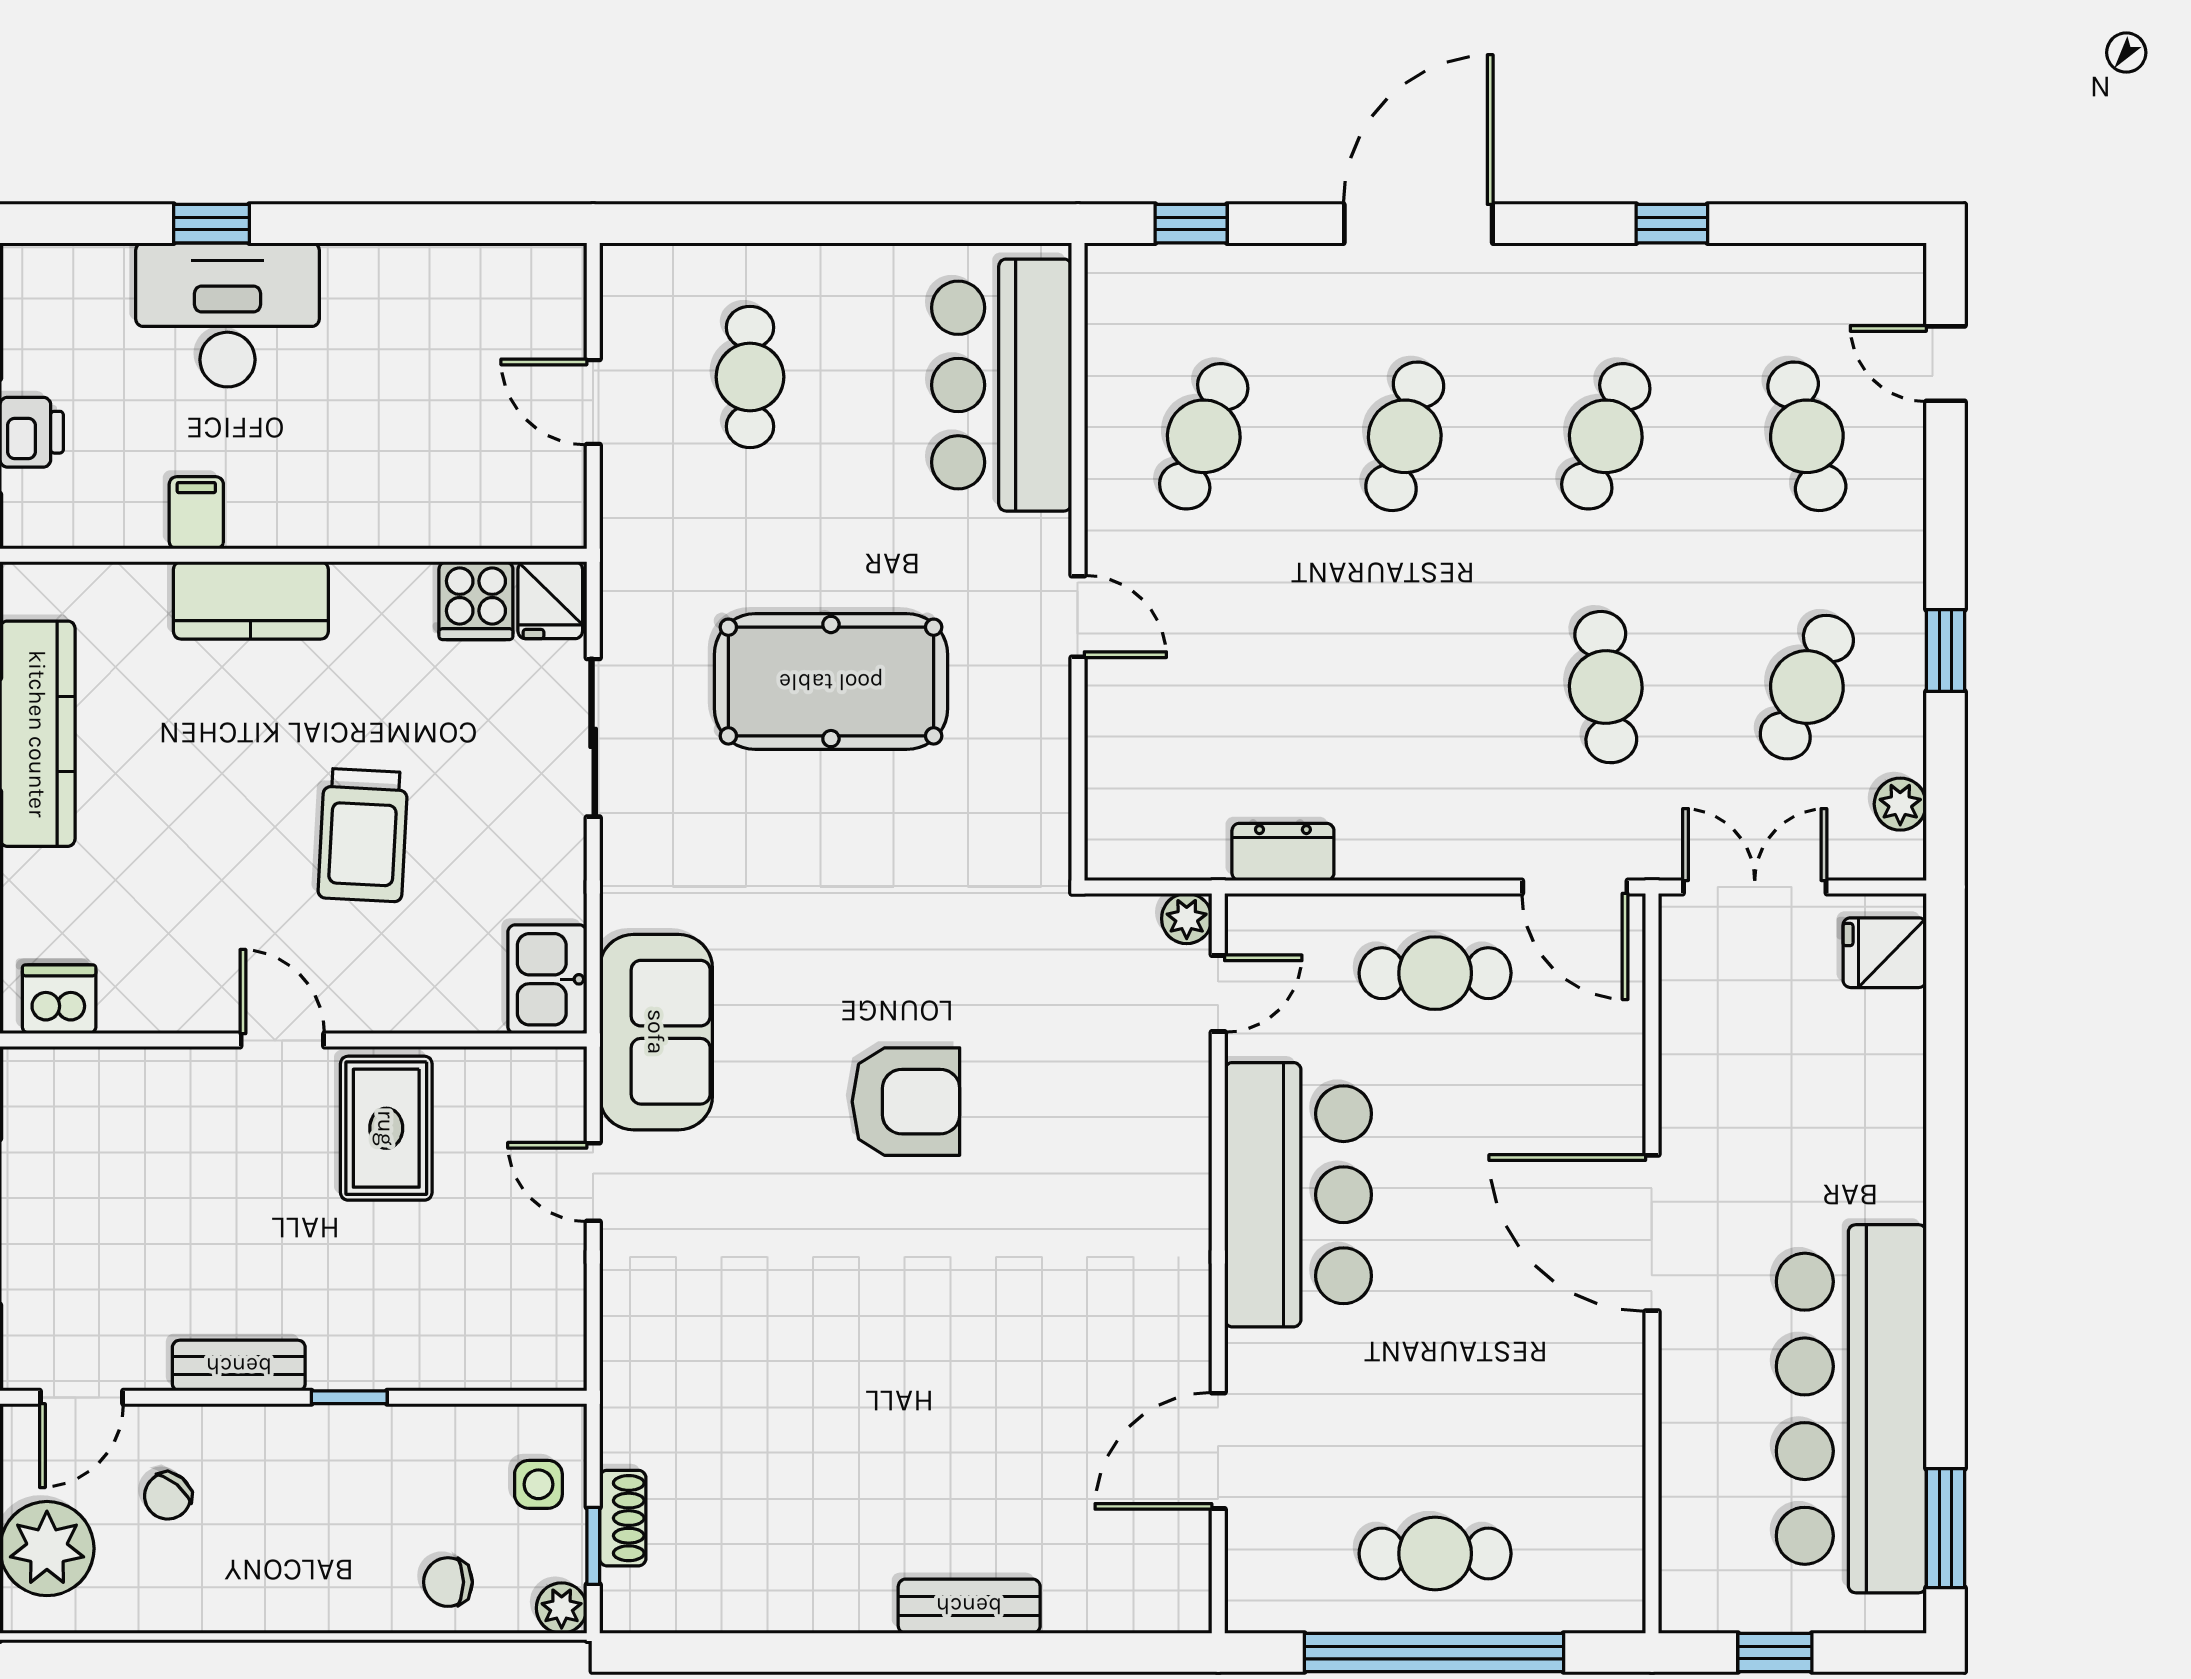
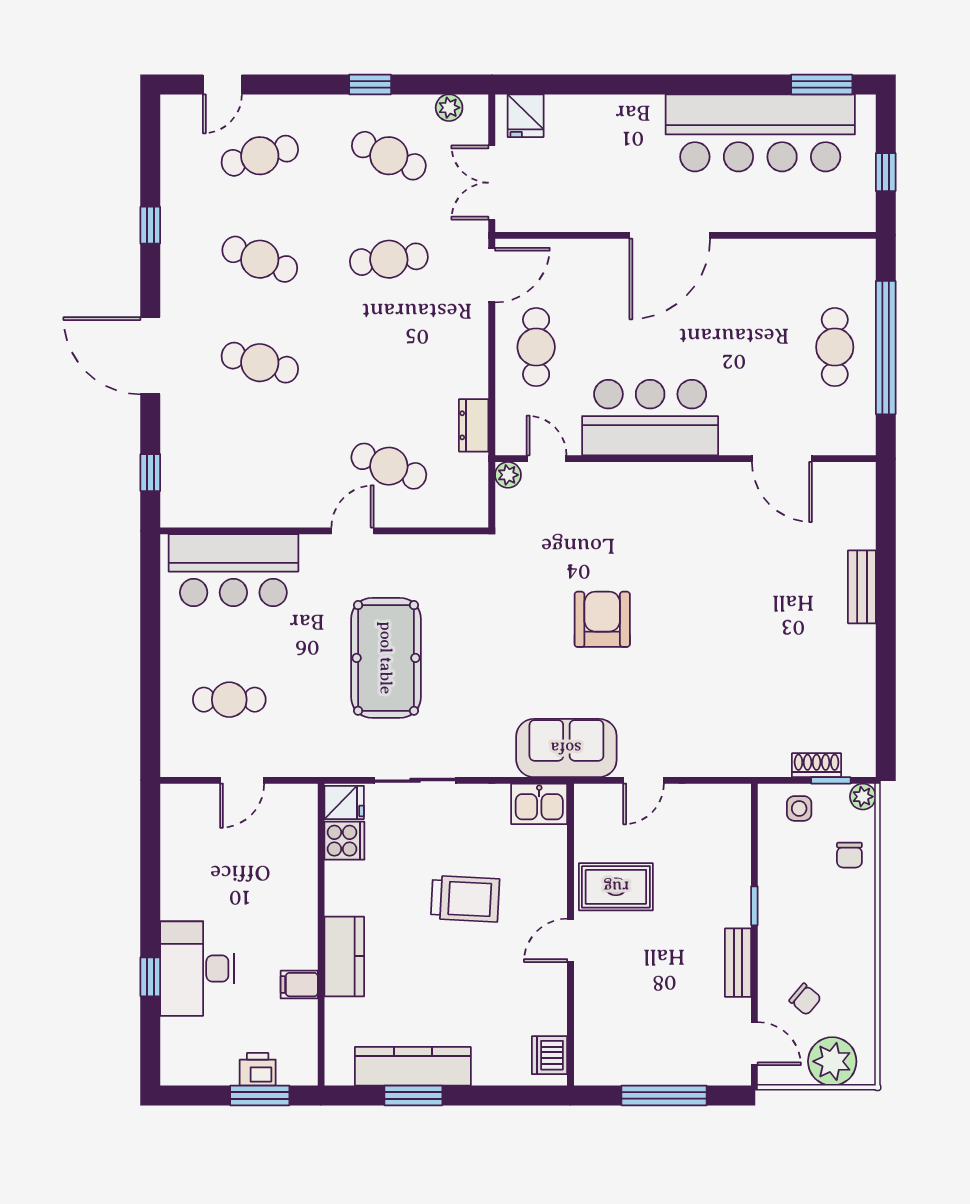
cafe table: (1204, 436) -> (389, 466), moved

